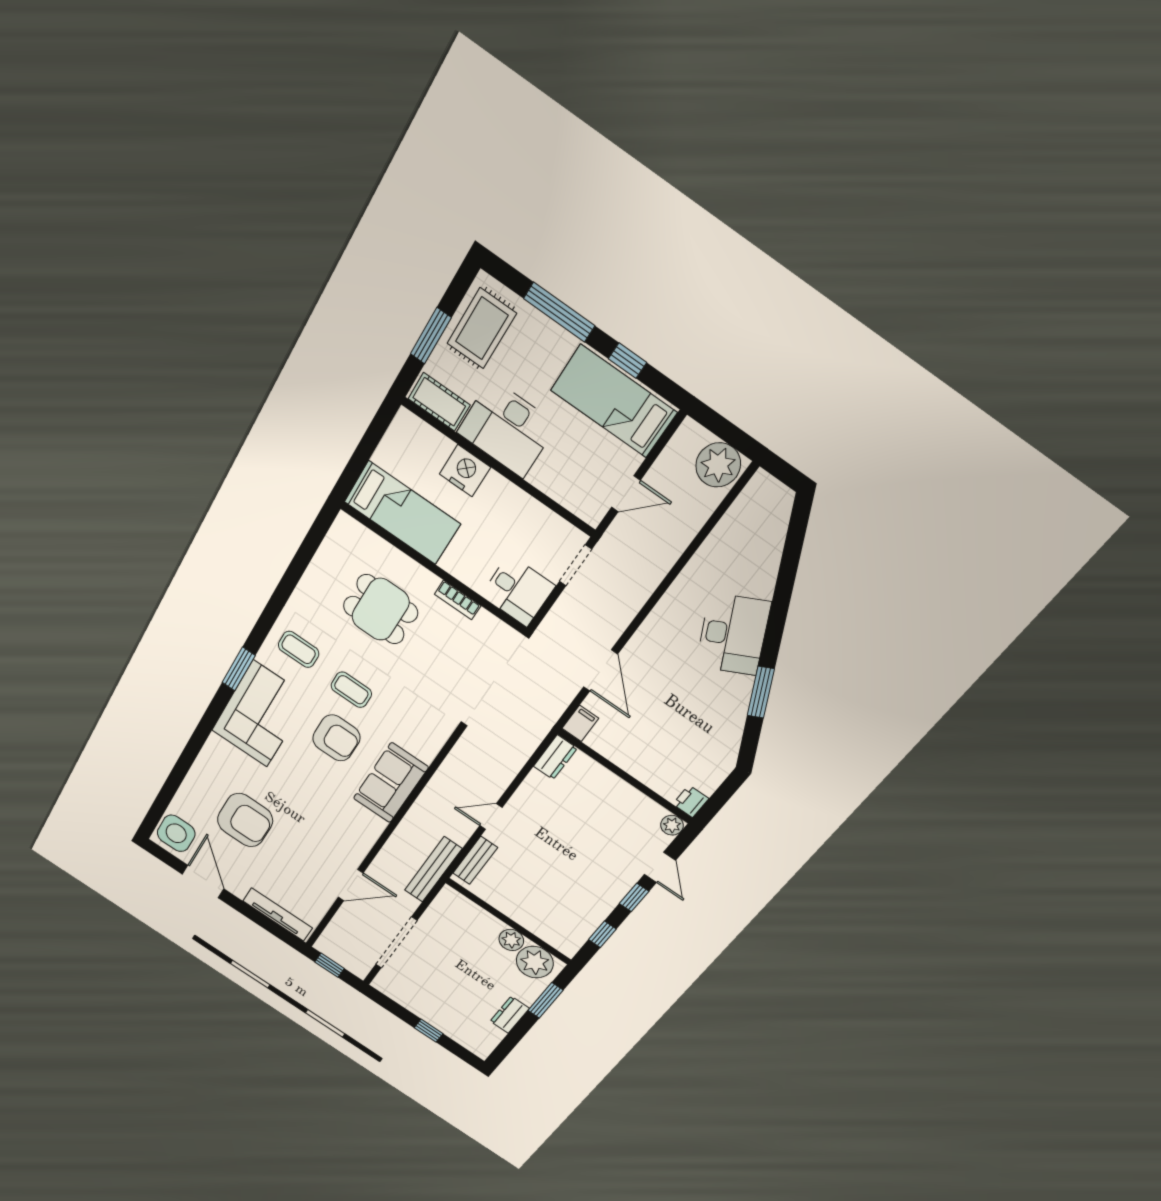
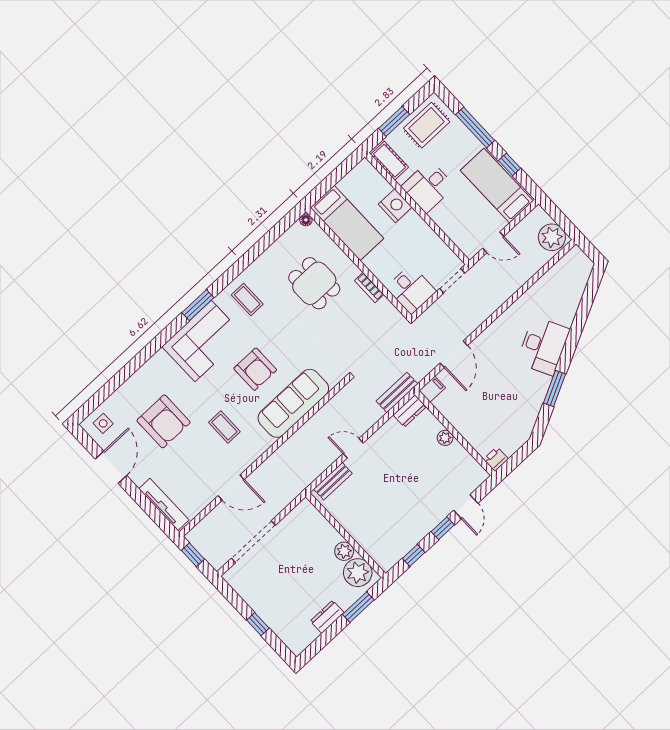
desk: (507, 429) -> (428, 186), width x0.73
floor lamp: (344, 521) -> (306, 220), added
coffee table: (351, 690) -> (224, 427), moved
sofa: (391, 783) -> (293, 403), width x1.36
plant: (672, 825) -> (445, 438), moved
side table: (176, 833) -> (103, 423), width x0.54, depth x0.54
bench: (433, 870) -> (397, 392), moved, width x0.73

